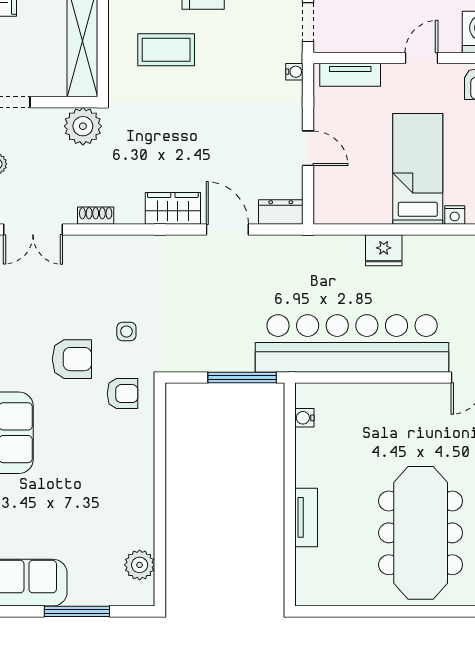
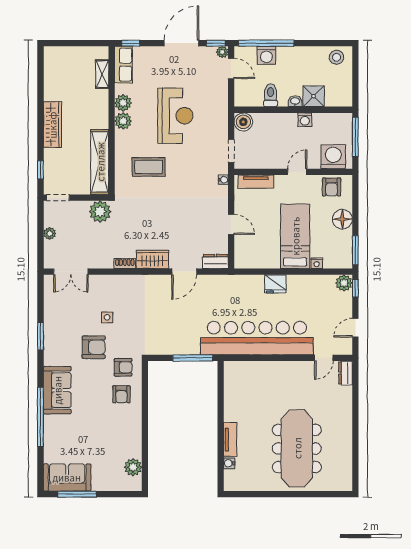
shoe rack: (96, 216) -> (125, 264), moved
door: (227, 229) -> (184, 272), swing flipped
side table: (126, 331) -> (107, 317), moved
water cooler: (304, 418) -> (229, 463), moved
armchair: (120, 440) -> (121, 394), added
window: (77, 611) -> (77, 494), moved

